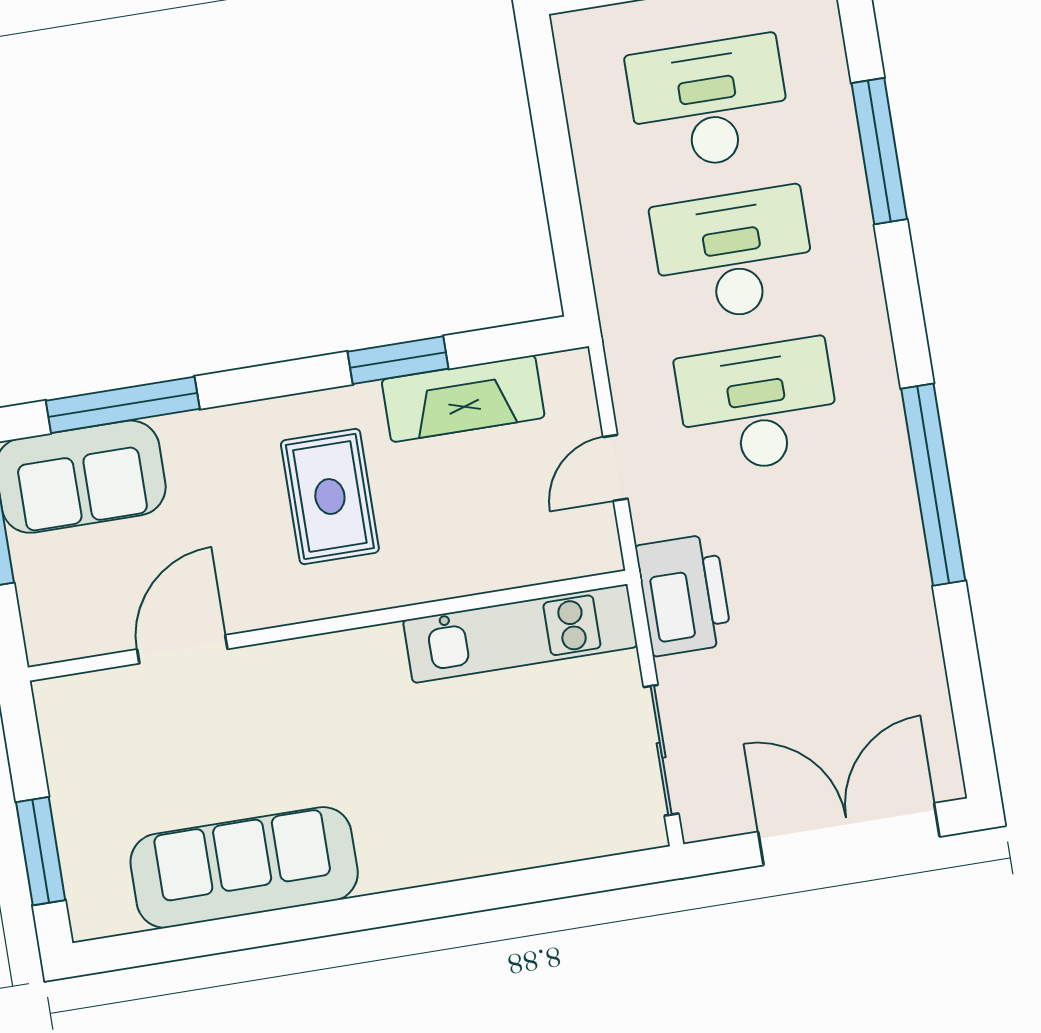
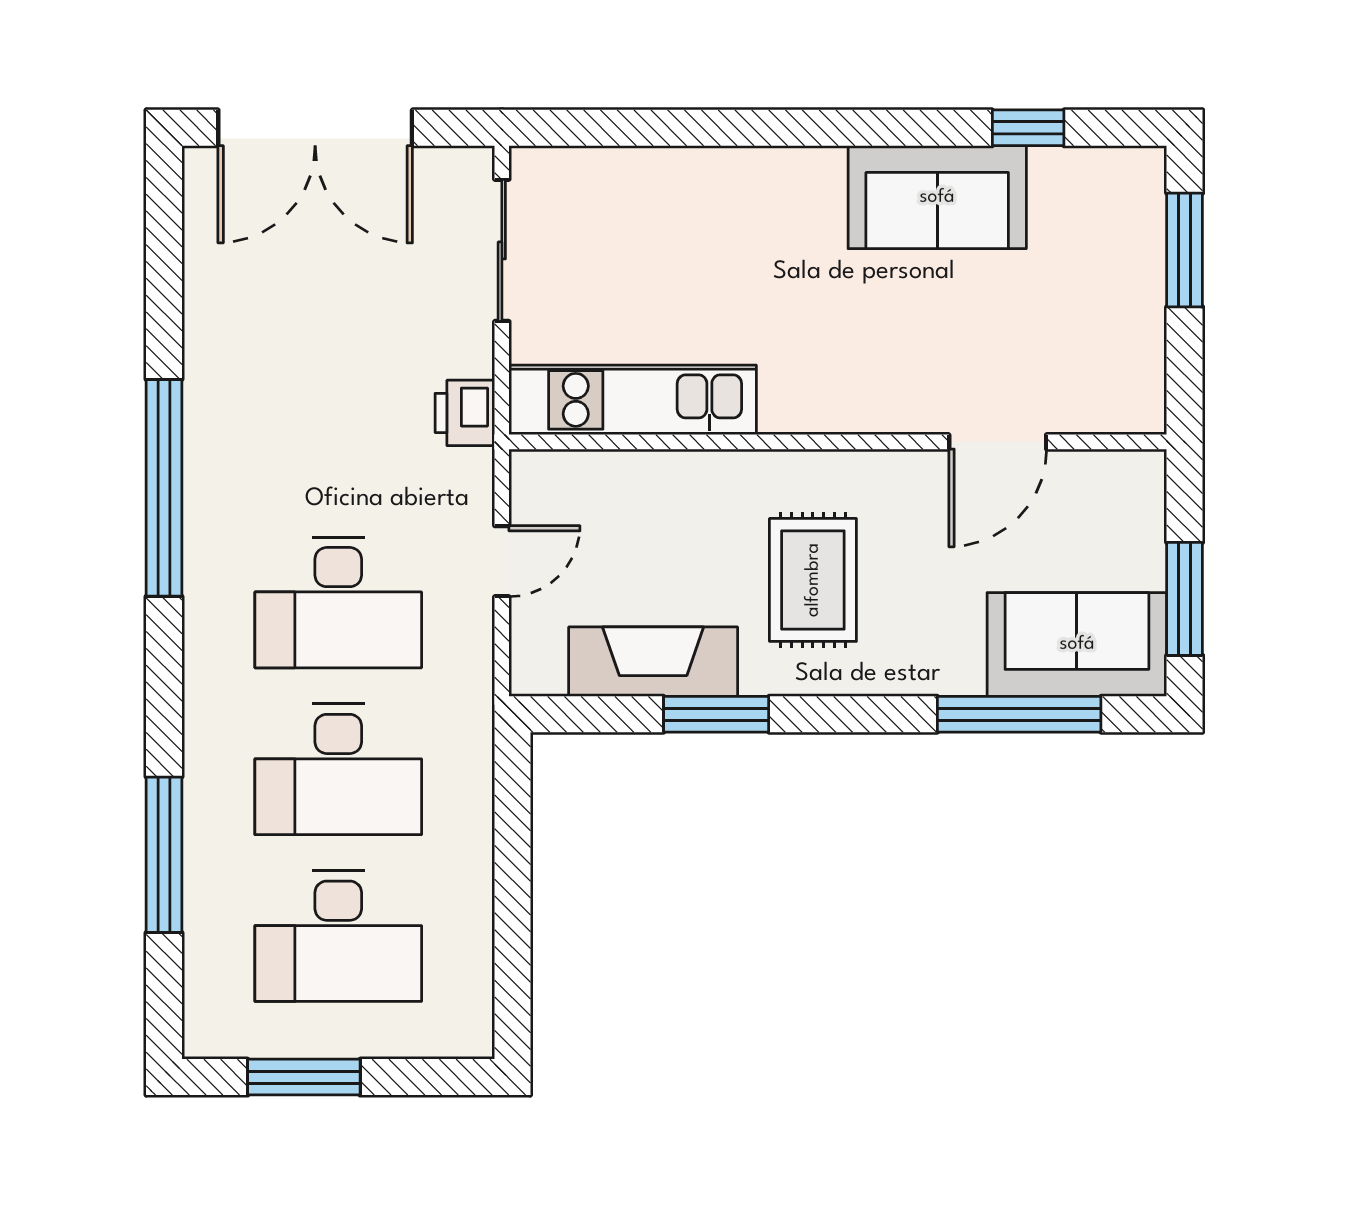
printer: (684, 595) -> (465, 413), width x0.53, depth x0.68
sofa: (244, 867) -> (937, 197), width x0.73
window: (201, 939) -> (1028, 128), added

